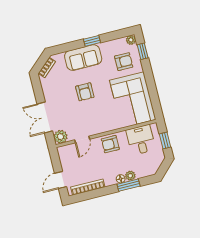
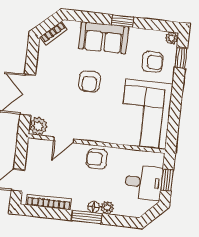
desk: (141, 140) -> (144, 182), moved, turned 90
window: (129, 185) -> (87, 217), moved

